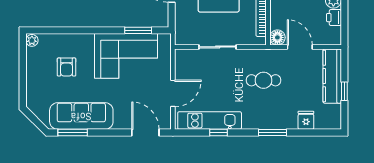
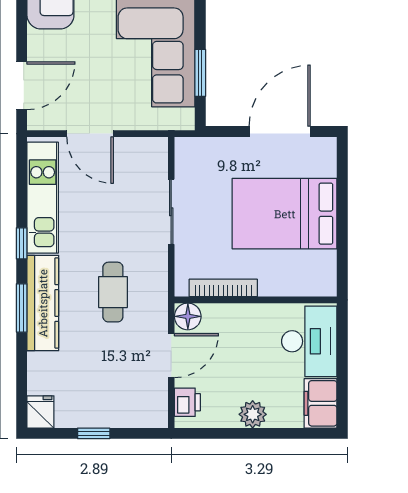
printer: (334, 18) -> (187, 402), moved, turned 90
kitchen counter: (332, 76) -> (43, 303), moved, turned 90
fridge: (306, 120) -> (40, 412), moved, turned -90
window: (219, 133) -> (22, 243), moved

